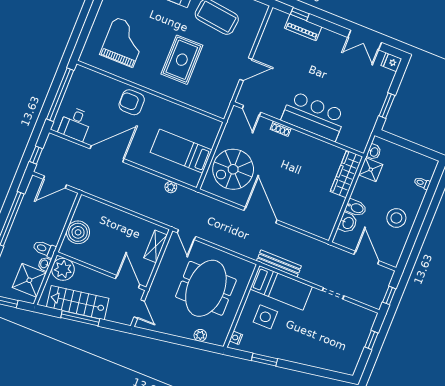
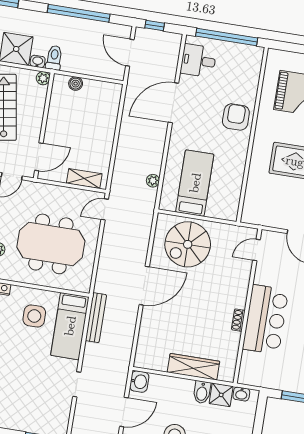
shoe rack: (281, 129) -> (238, 320), moved
door: (107, 154) -> (173, 103), swing flipped
spiral stairs: (233, 169) -> (188, 244), turned -90
wardrobe: (346, 174) -> (193, 367), moved
bidet: (356, 208) -> (202, 392), moved
washbasin: (348, 223) -> (139, 382), moved, turned -90
boiler: (78, 232) -> (76, 84), width x0.54, depth x0.54
plant: (63, 269) -> (43, 78), width x0.53, depth x0.53

